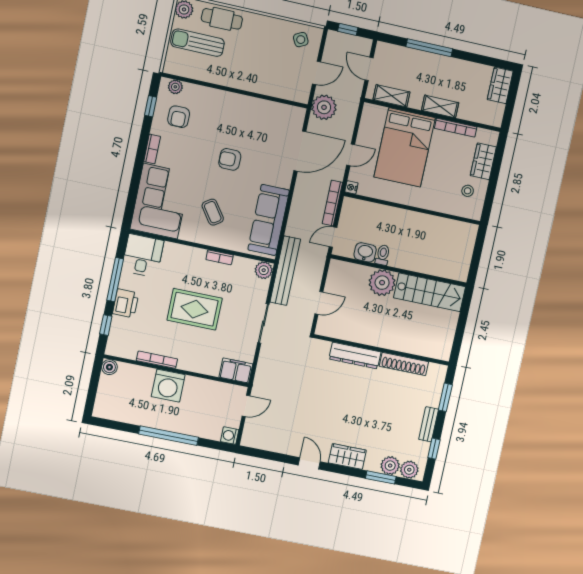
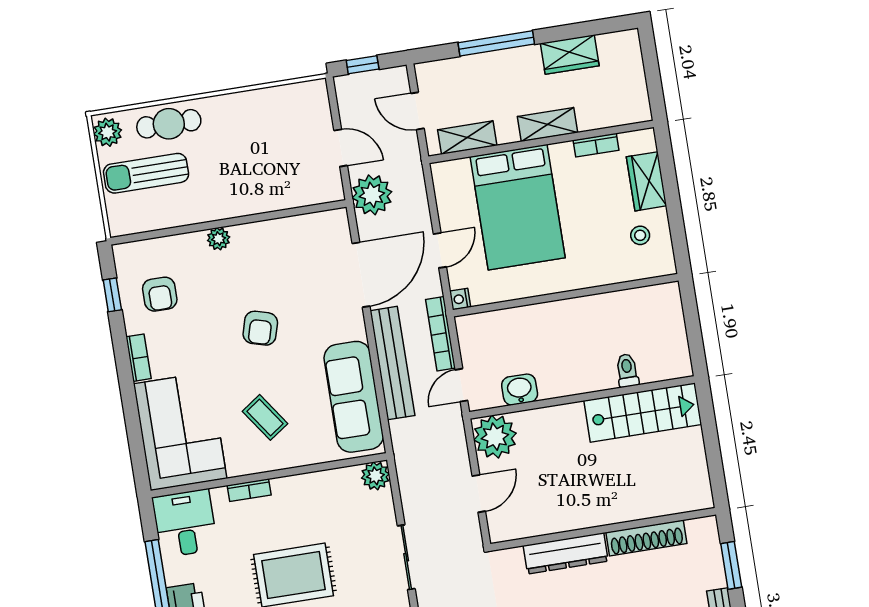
side table: (301, 40) -> (298, 108), removed
door: (316, 73) -> (341, 148), hinge flipped
wardrobe: (500, 85) -> (570, 54), moved, turned -90
plant: (175, 87) -> (219, 239), moved
bookcase: (456, 128) -> (596, 145), width x0.64
armchair: (230, 159) -> (260, 328), turned -74
toilet: (383, 255) -> (627, 370), moved
bookcase: (220, 257) -> (249, 490), moved
bench: (285, 271) -> (392, 363), moved
plant: (382, 283) -> (495, 437), moved

